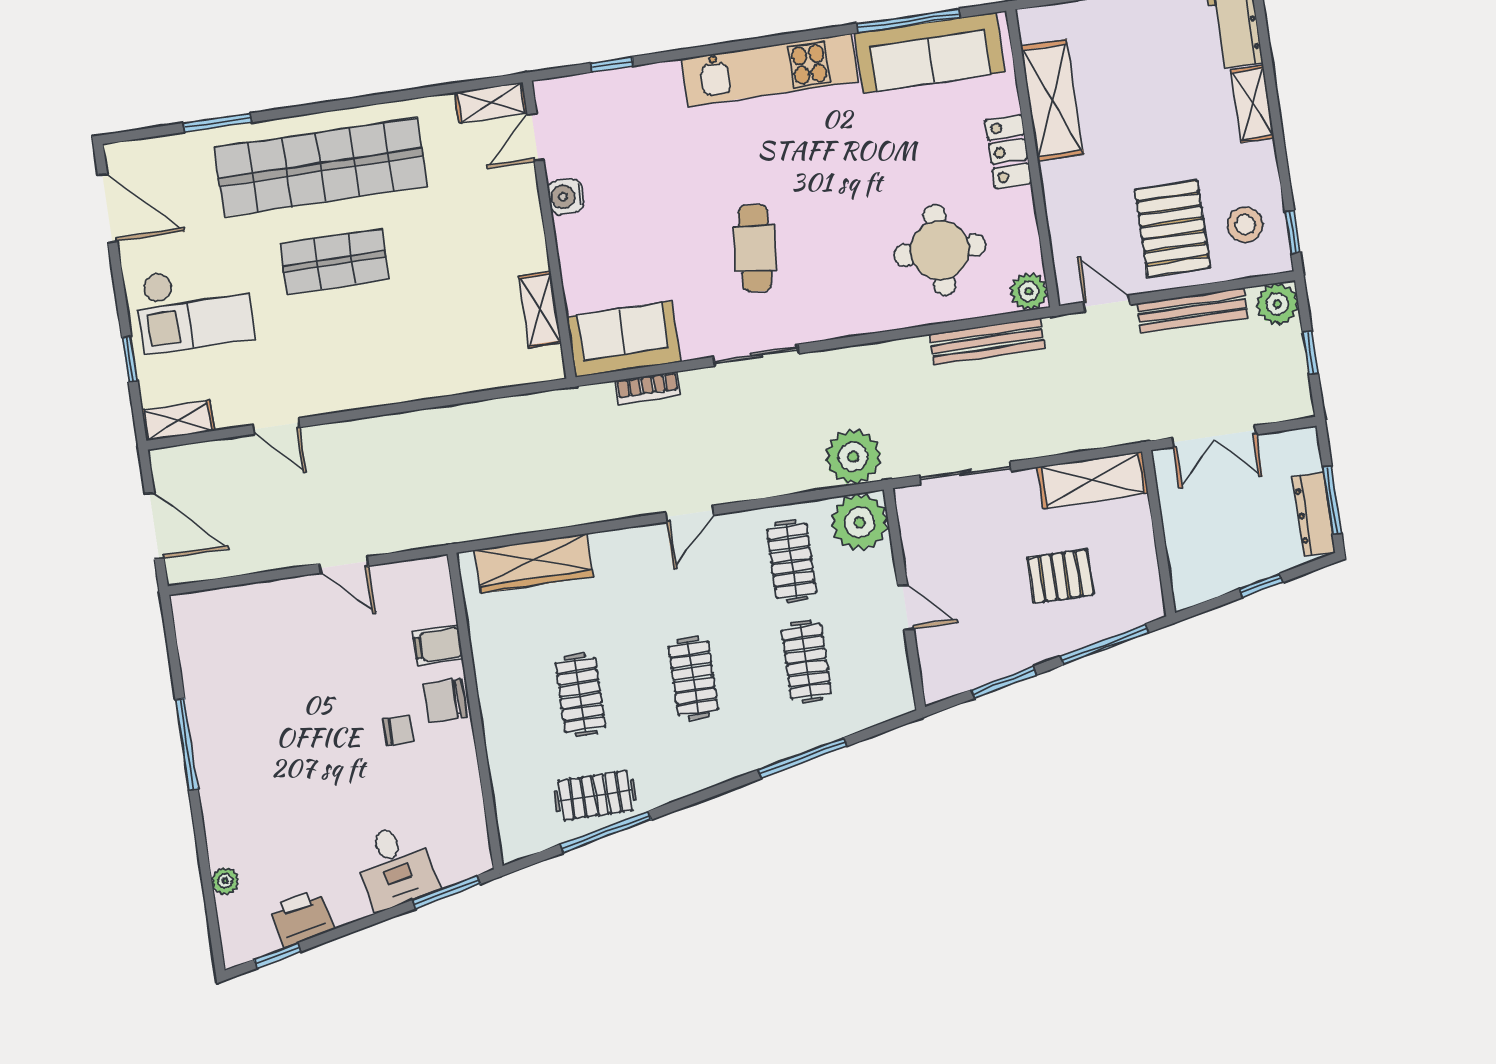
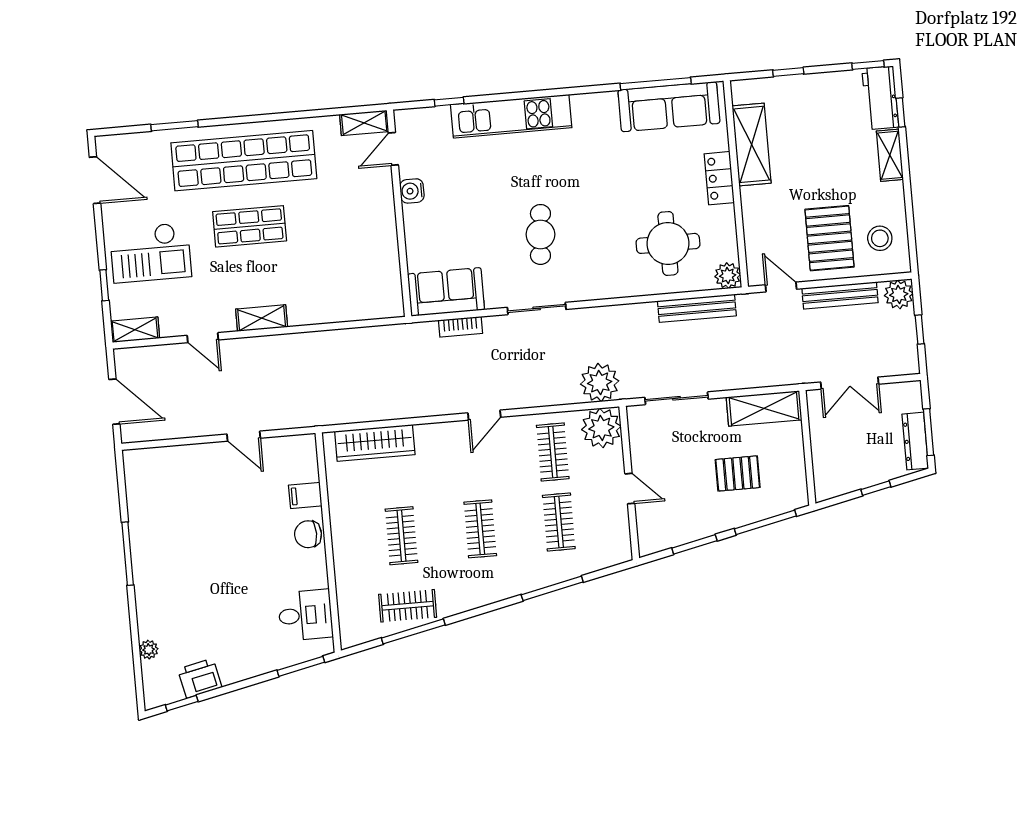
kitchen unit: (770, 70) -> (511, 116), moved
window: (1292, 232) -> (901, 112), moved
shelving: (540, 310) -> (262, 318), moved, turned 90
chair: (399, 730) -> (275, 553), removed
desk: (395, 866) -> (305, 615), moved, turned -78

